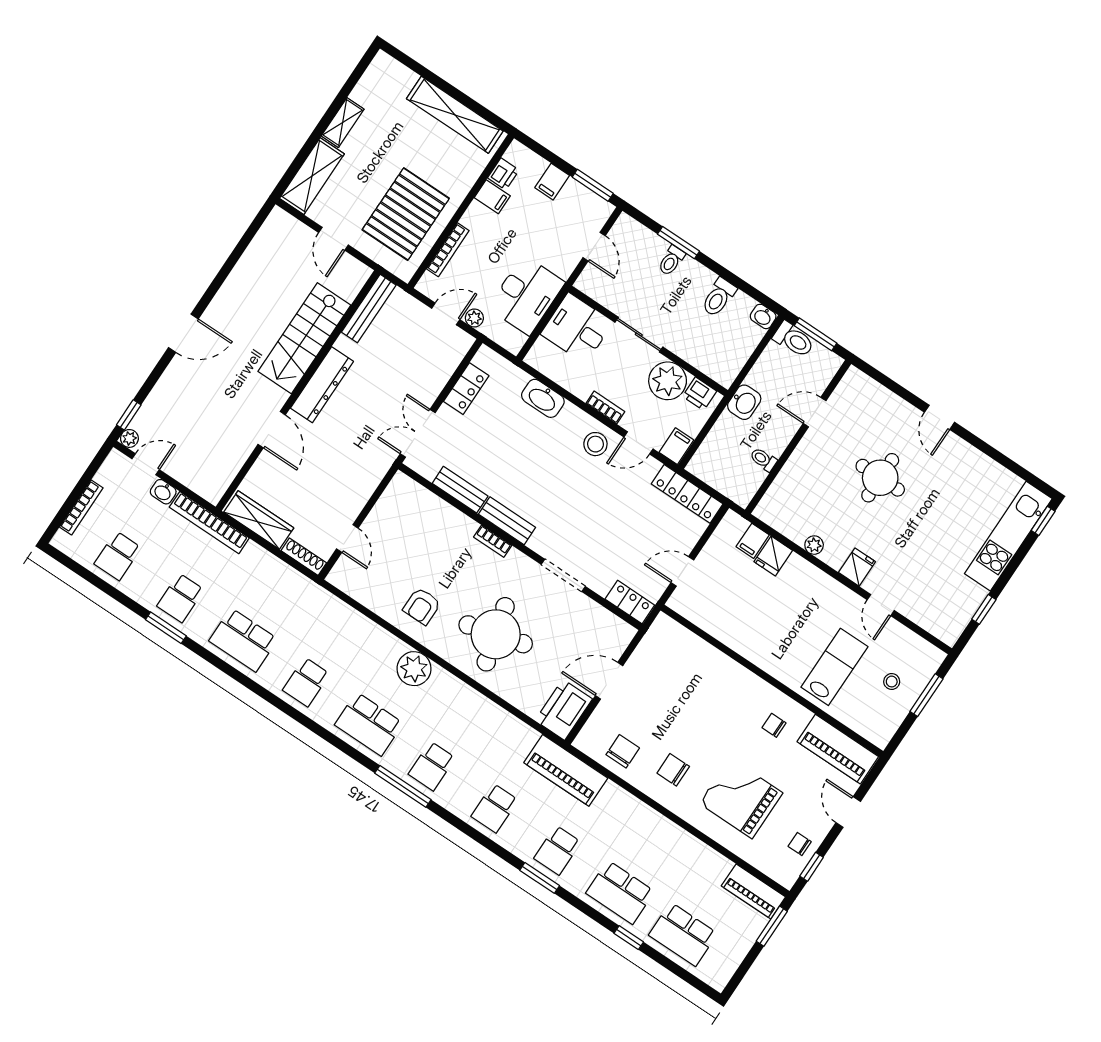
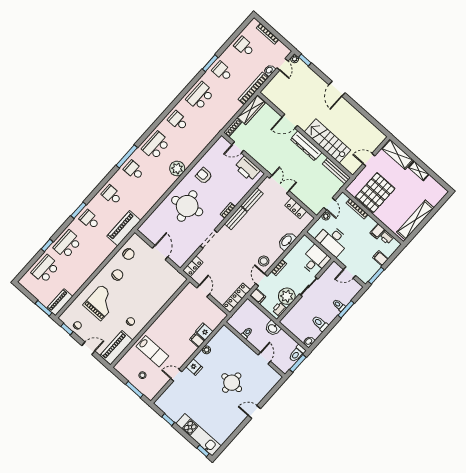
pallet: (406, 214) -> (375, 193), turned 90
filing cabinet: (753, 541) -> (197, 340), moved
printer: (564, 710) -> (247, 169), moved, turned 180

